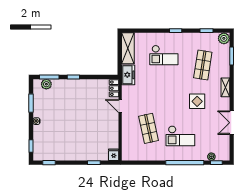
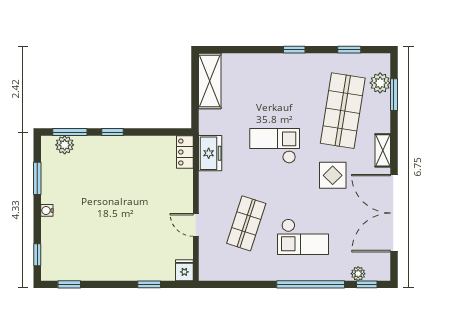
plant: (224, 38) -> (380, 83), moved
checkout: (164, 55) -> (275, 146), moved, turned 180
shop shelf: (203, 65) -> (343, 111), width x1.43, depth x1.36
freezer: (128, 75) -> (210, 153), moved
door: (120, 106) -> (196, 225), moved
double door: (232, 123) -> (394, 213), width x1.87
shop shelf: (148, 128) -> (246, 223), turned 30

